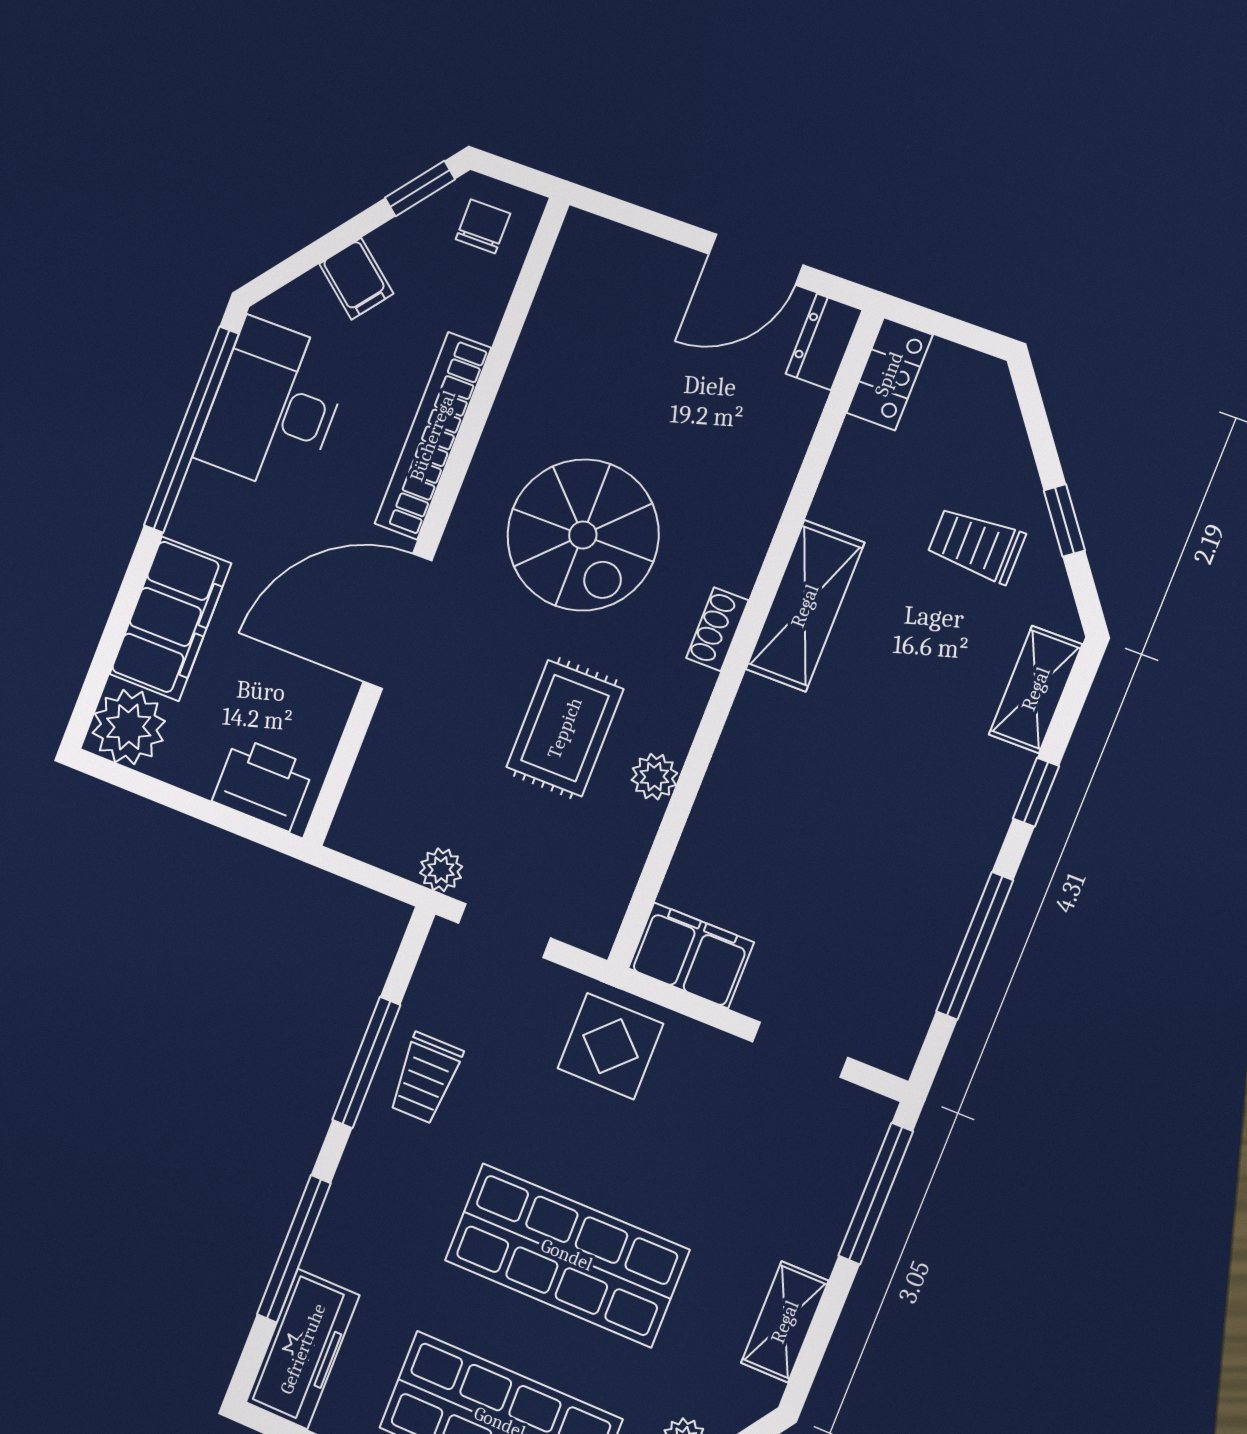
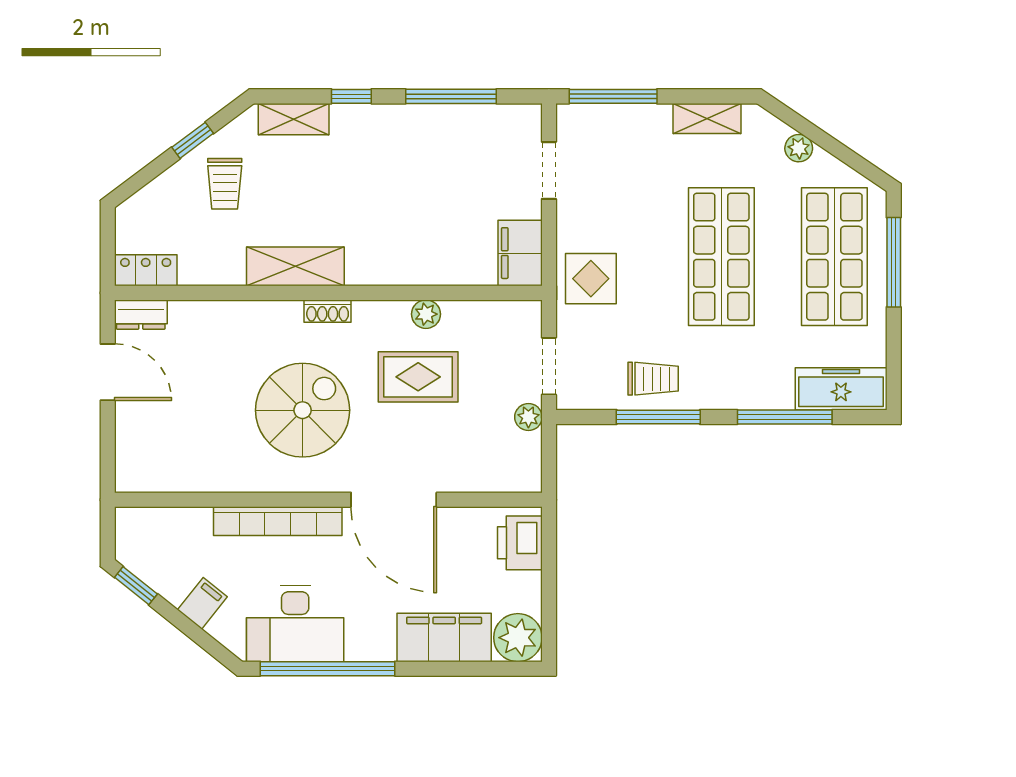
chair: (483, 226) -> (145, 539), removed

